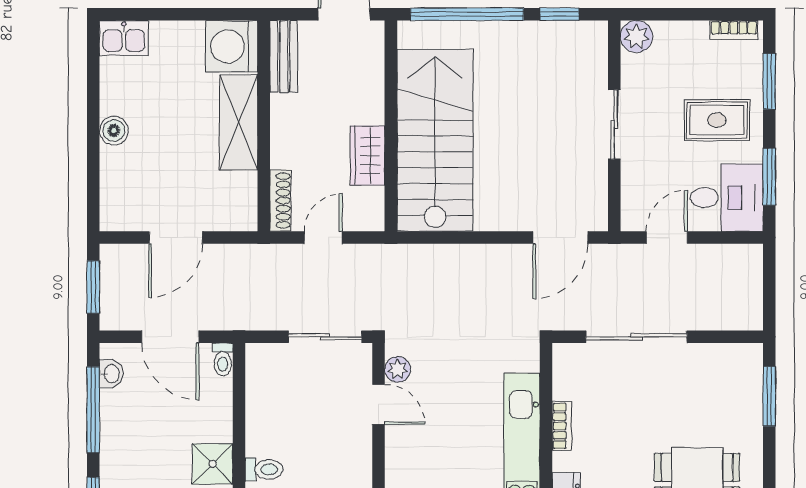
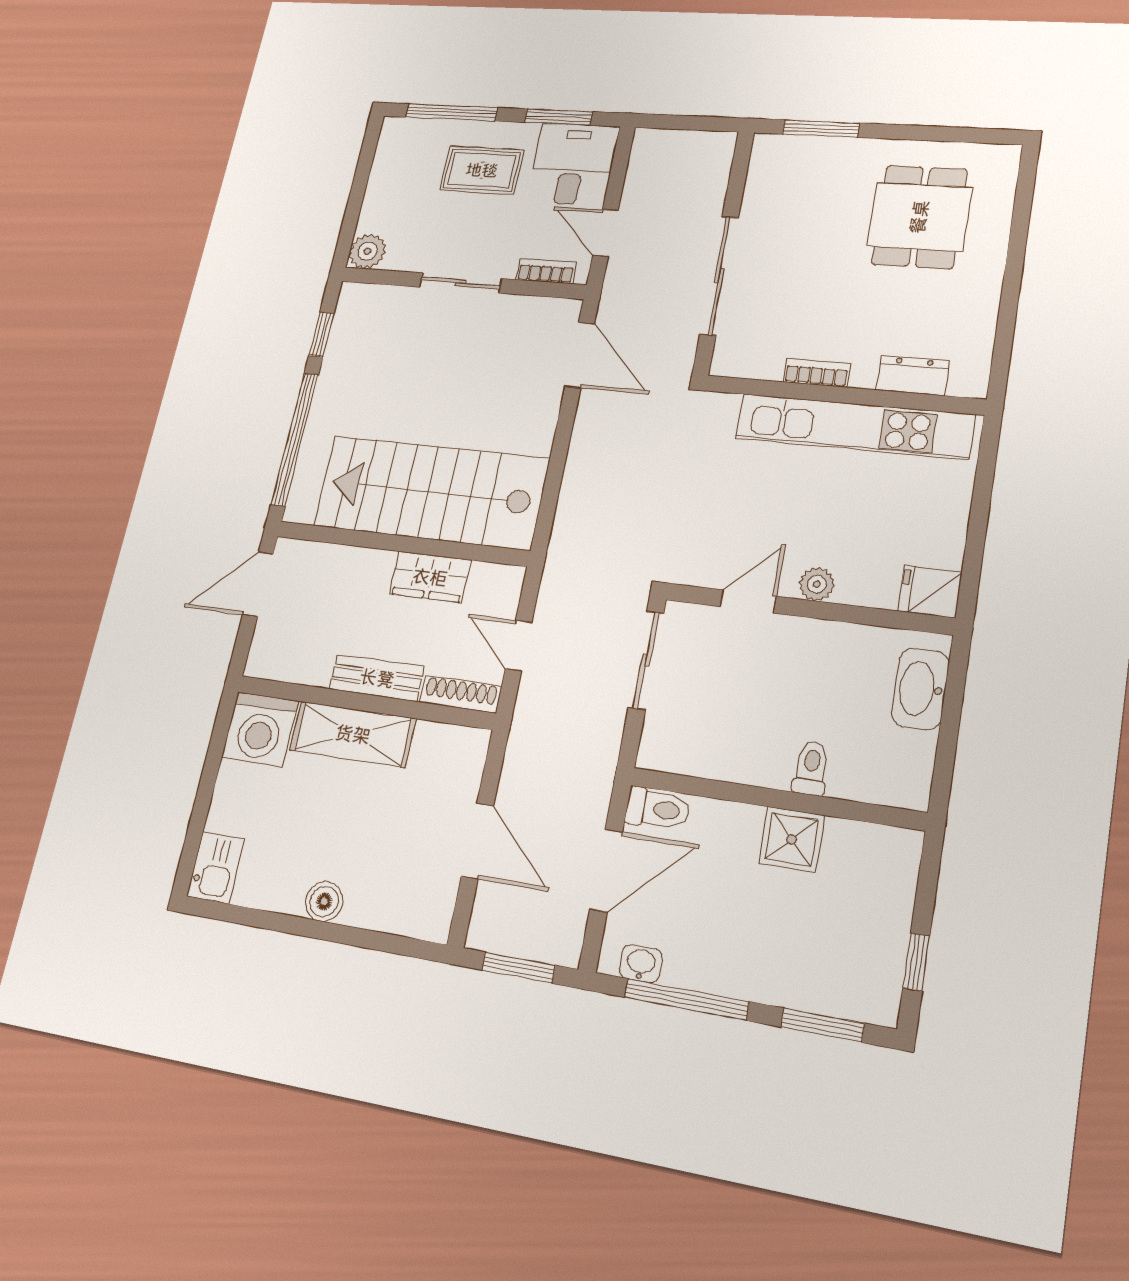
bookcase: (734, 30) -> (546, 271), moved, turned -90
bench: (284, 57) -> (377, 678), moved
window: (769, 81) -> (452, 112), width x1.44
rug: (717, 120) -> (482, 170), turned 90
toilet: (223, 359) -> (658, 809), width x1.37, depth x1.39
plant: (398, 369) -> (817, 584), moved

